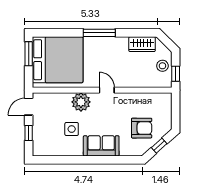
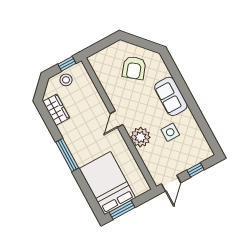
bed: (58, 60) -> (107, 183), width x0.73
door: (29, 107) -> (171, 183), hinge flipped
armchair: (142, 128) -> (134, 68), turned -142
window: (159, 146) -> (142, 43), removed

